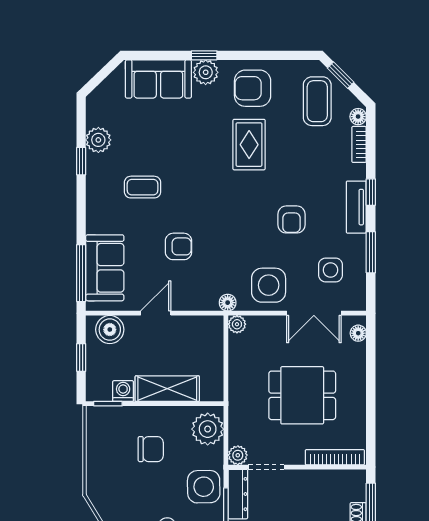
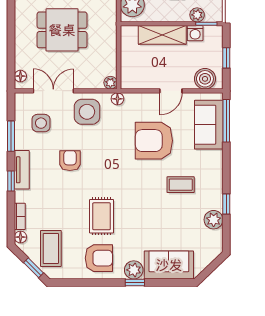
armchair: (179, 246) -> (154, 141), width x1.88, depth x1.88
plant: (120, 416) -> (197, 15), added

